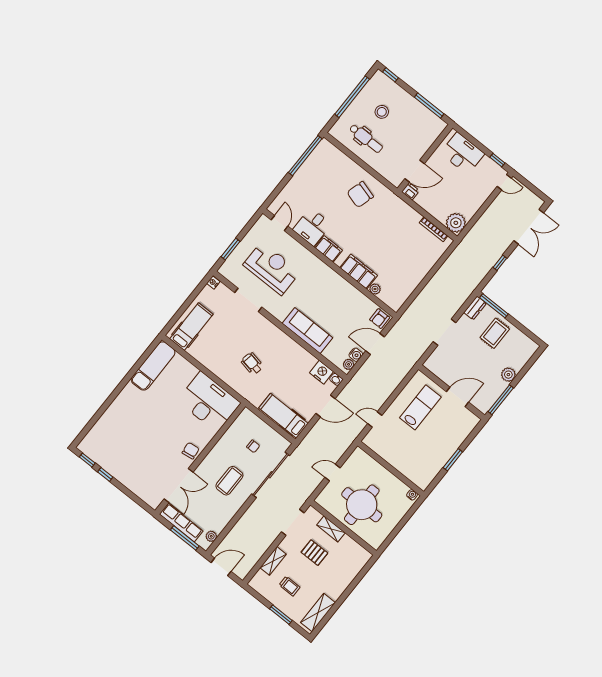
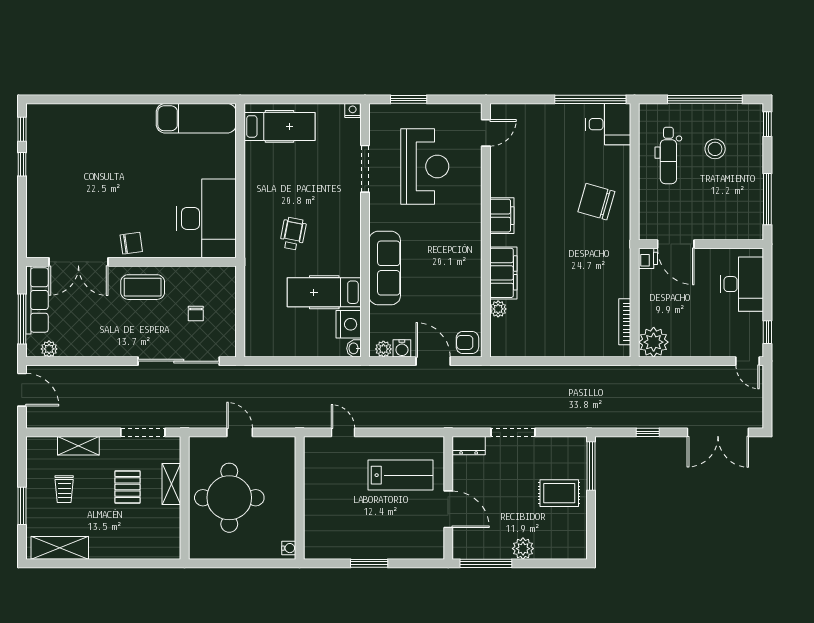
desk: (312, 227) -> (608, 124), moved, turned 180
dresser: (475, 308) -> (469, 446), moved
door: (326, 406) -> (312, 361), removed
hospital bed: (283, 416) -> (324, 292), moved, turned -90
coffee table: (229, 481) -> (143, 287), moved

